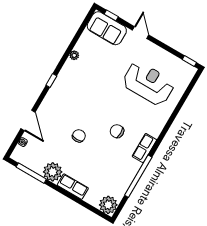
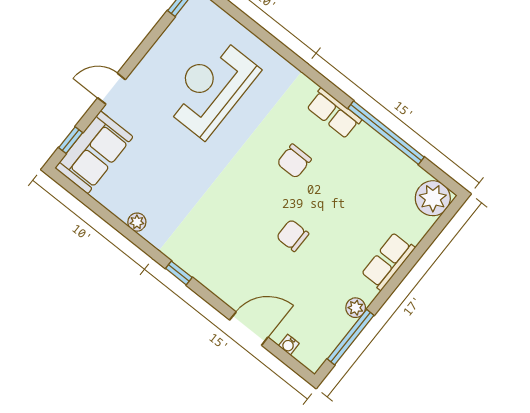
plant: (53, 172) -> (356, 308), width x0.53, depth x0.53

